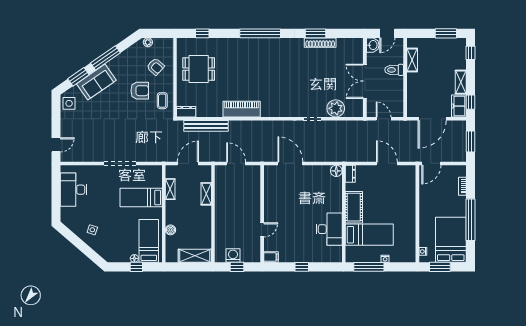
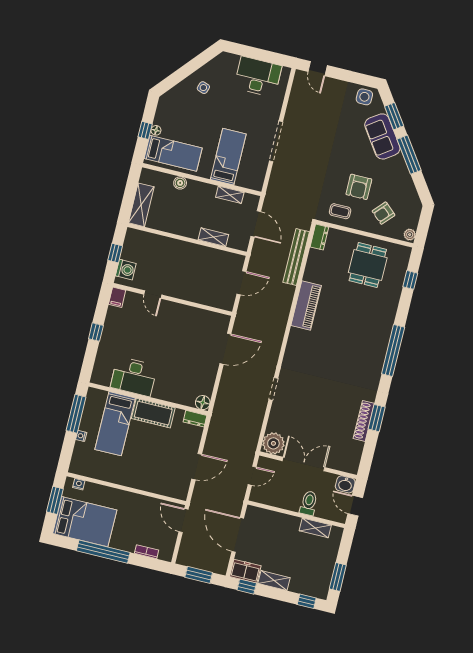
plant: (148, 42) -> (410, 235), moved
plant: (336, 108) -> (273, 443), moved
washing machine: (233, 255) -> (126, 270), moved

